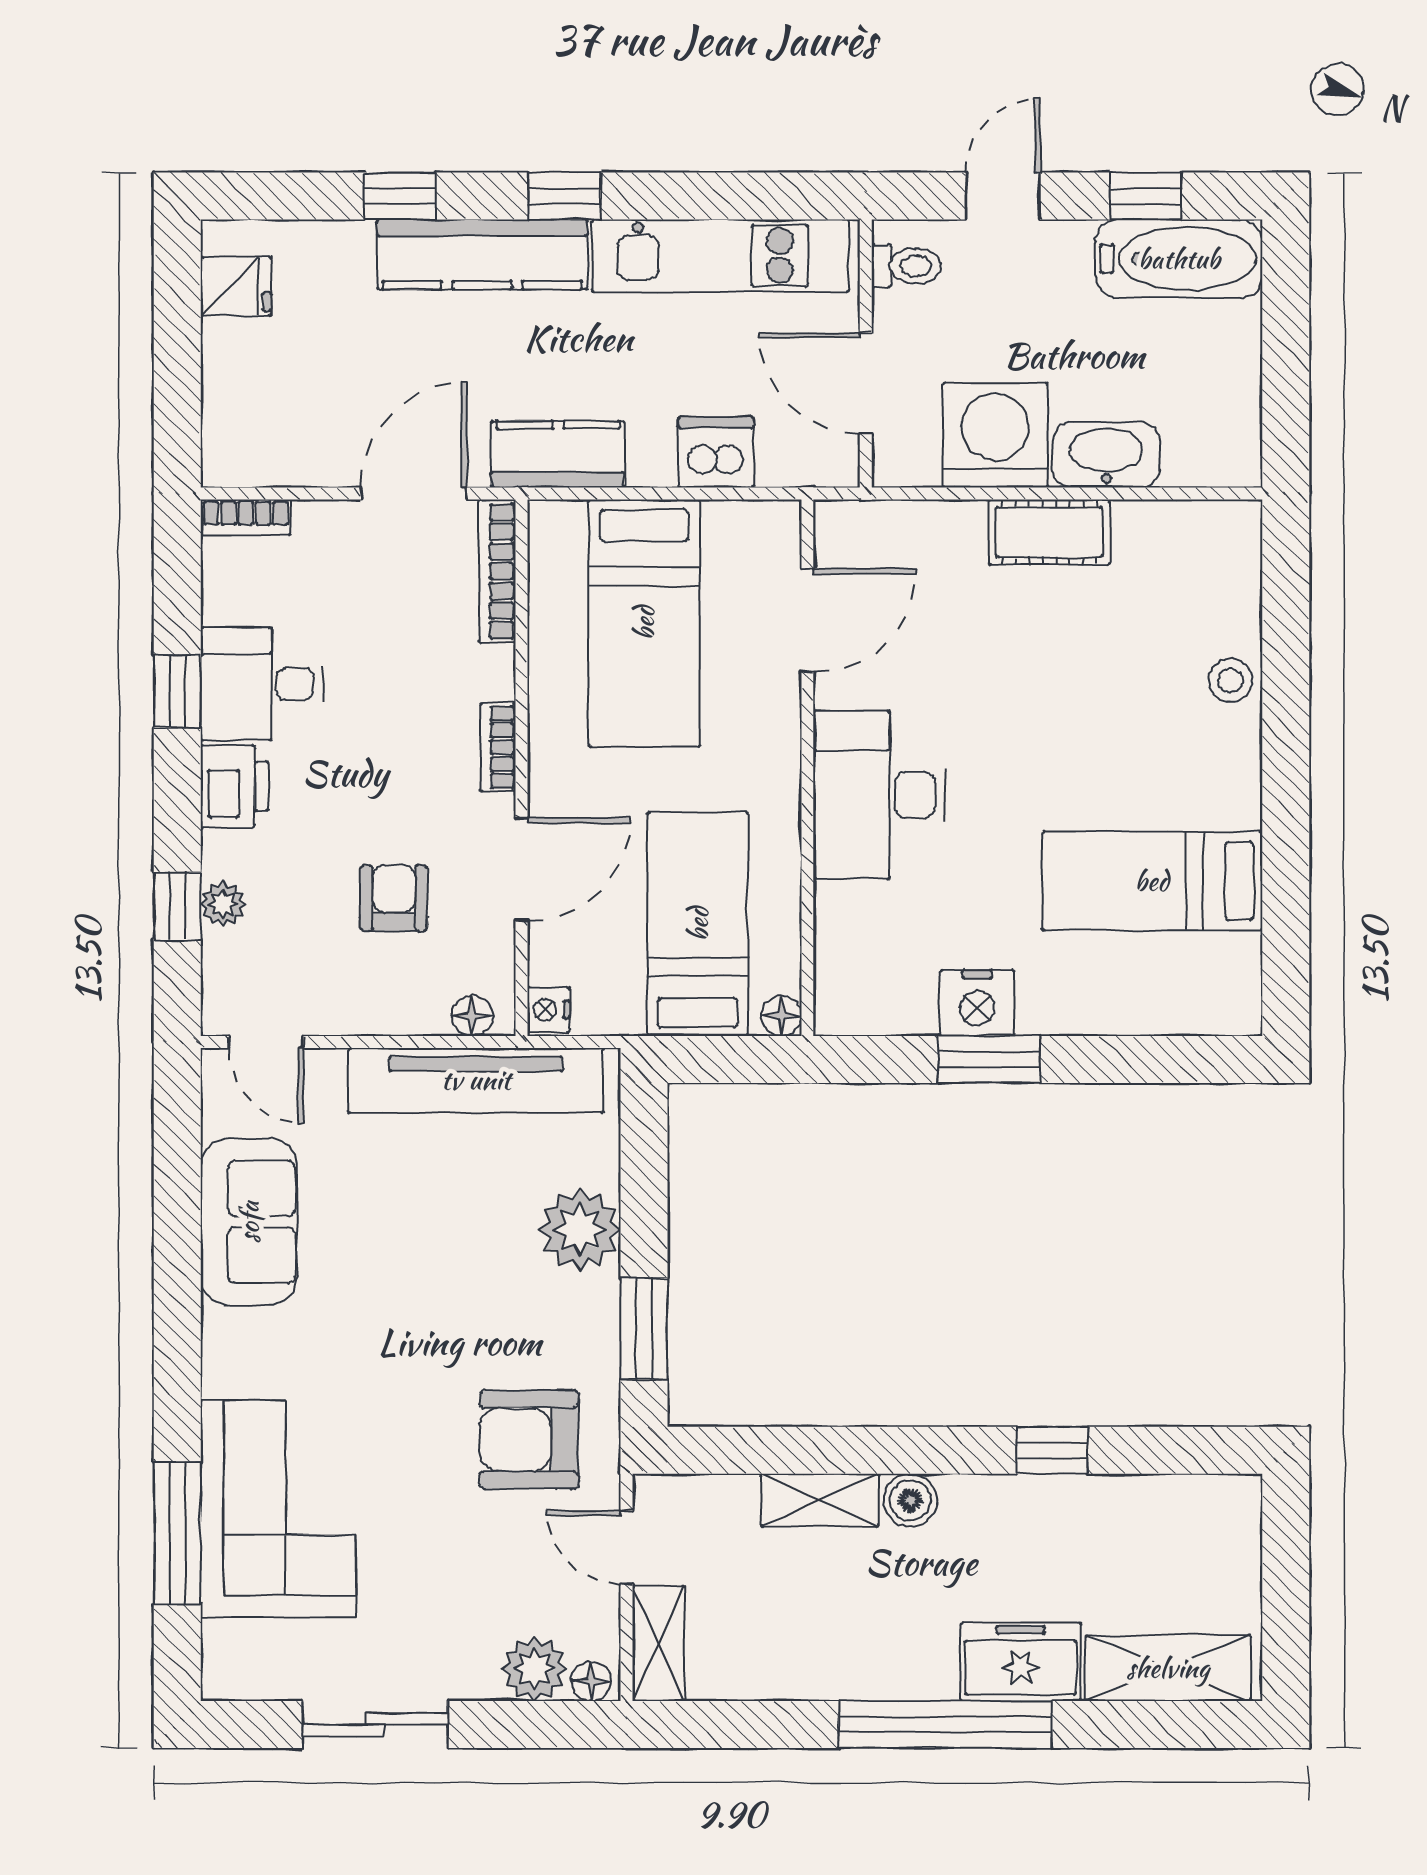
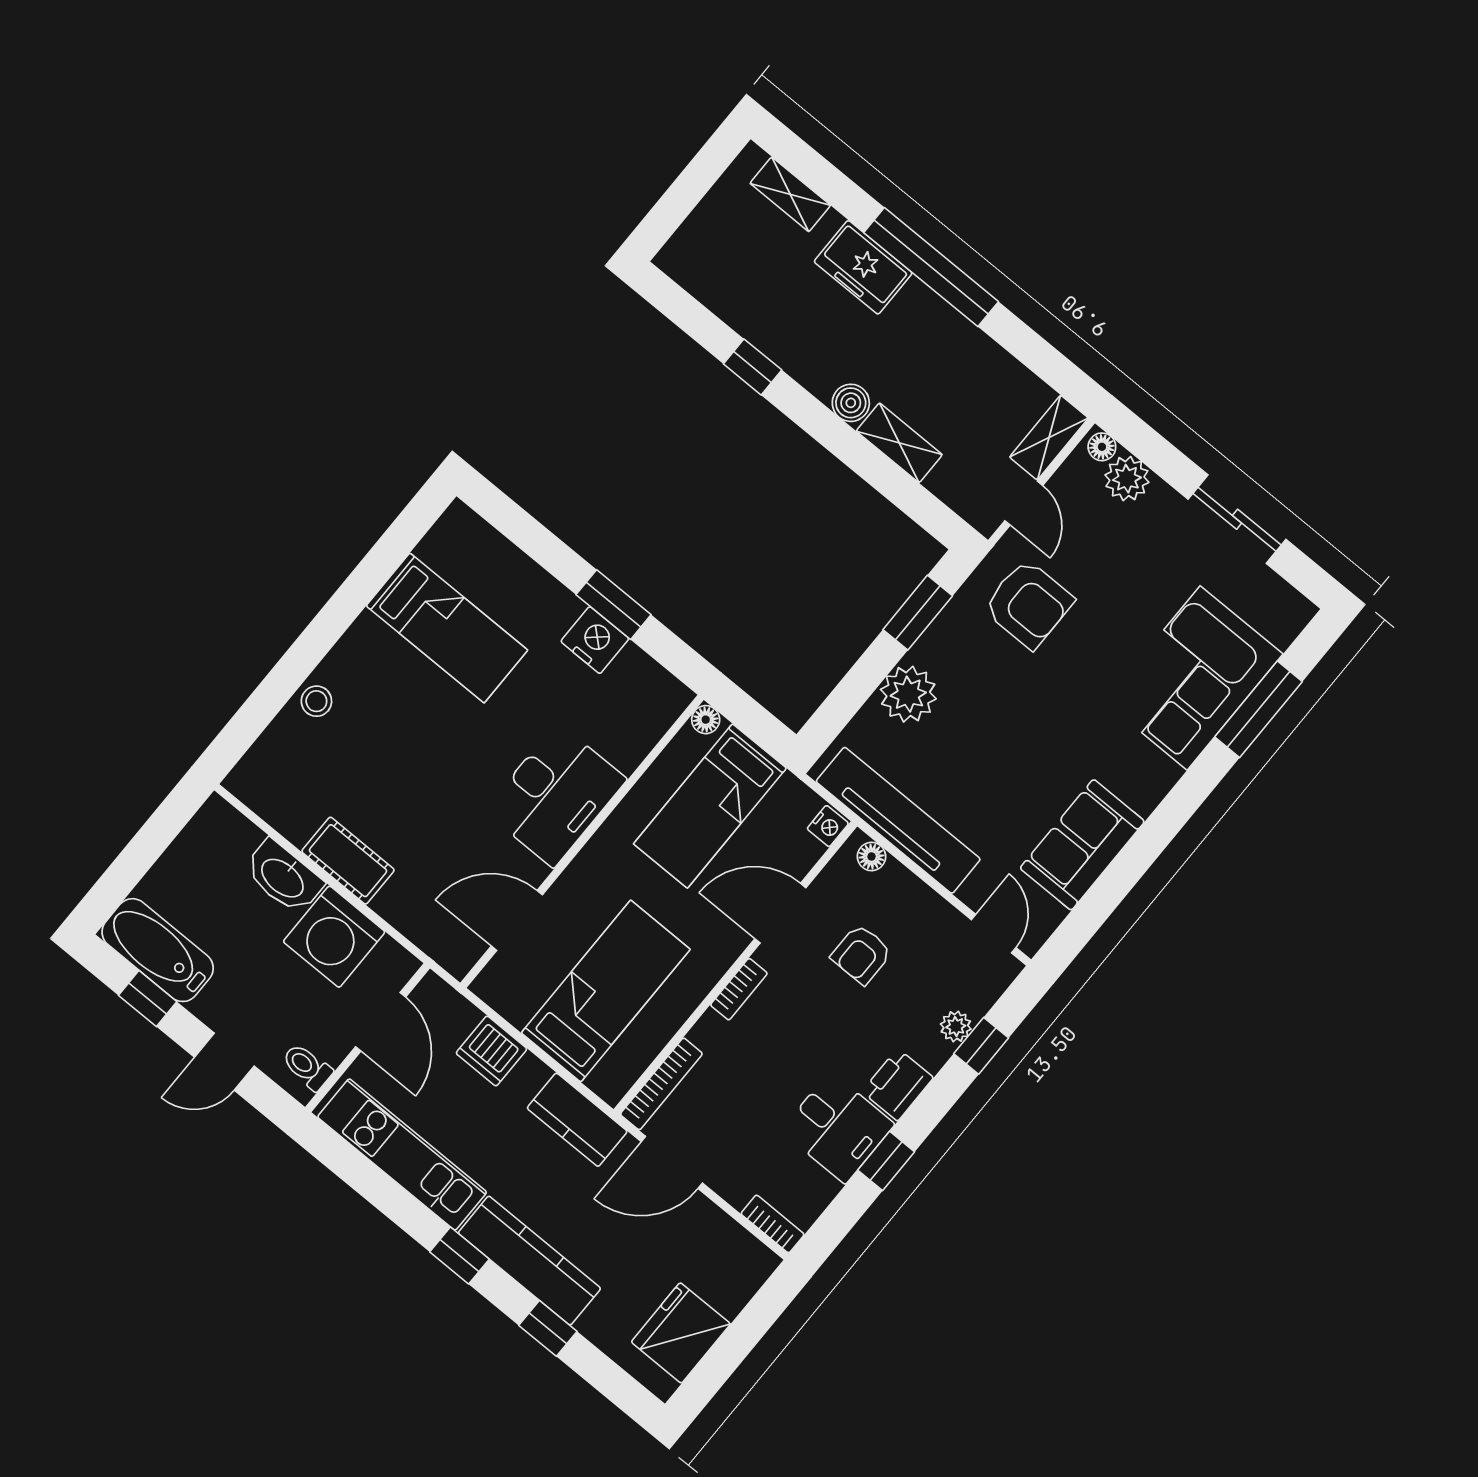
fridge: (236, 286) -> (681, 1333), width x1.88, depth x1.34
shelving: (1168, 1668) -> (790, 194), width x0.67, depth x0.75

